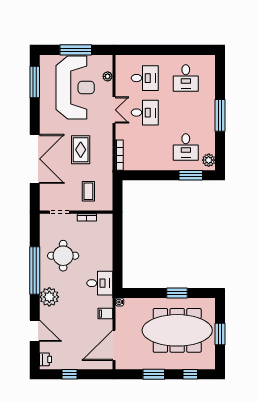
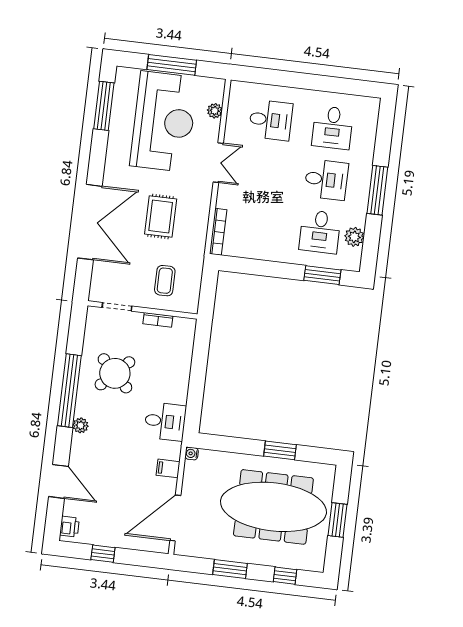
desk: (145, 113) -> (326, 180), moved
plant: (209, 160) -> (354, 237), moved
round table: (63, 256) -> (115, 373), turned 45
plant: (49, 297) -> (81, 425), width x0.53, depth x0.53

